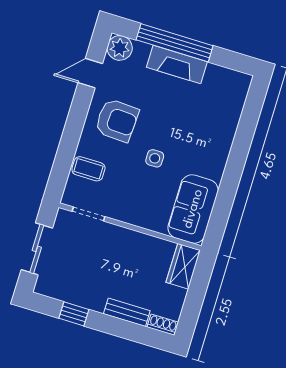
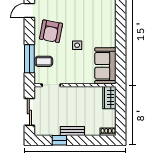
armchair: (117, 120) -> (51, 31), turned 98
window: (65, 157) -> (29, 59), added
bench: (127, 312) -> (72, 131), moved

